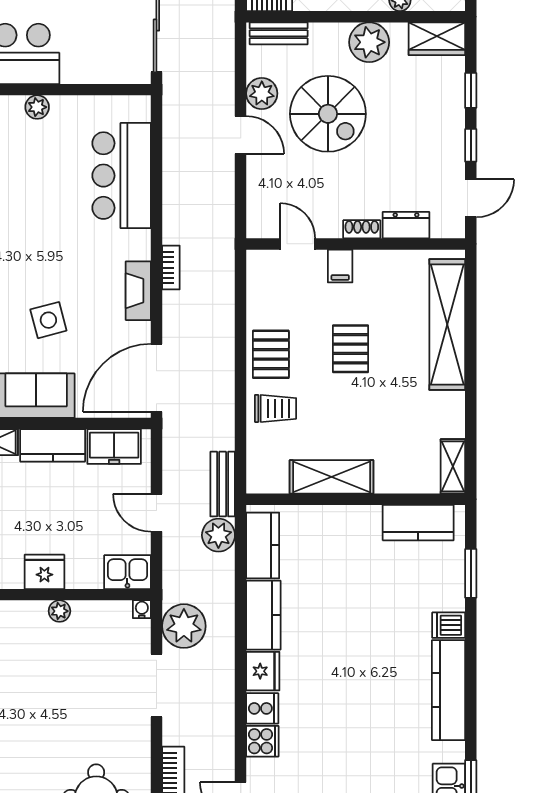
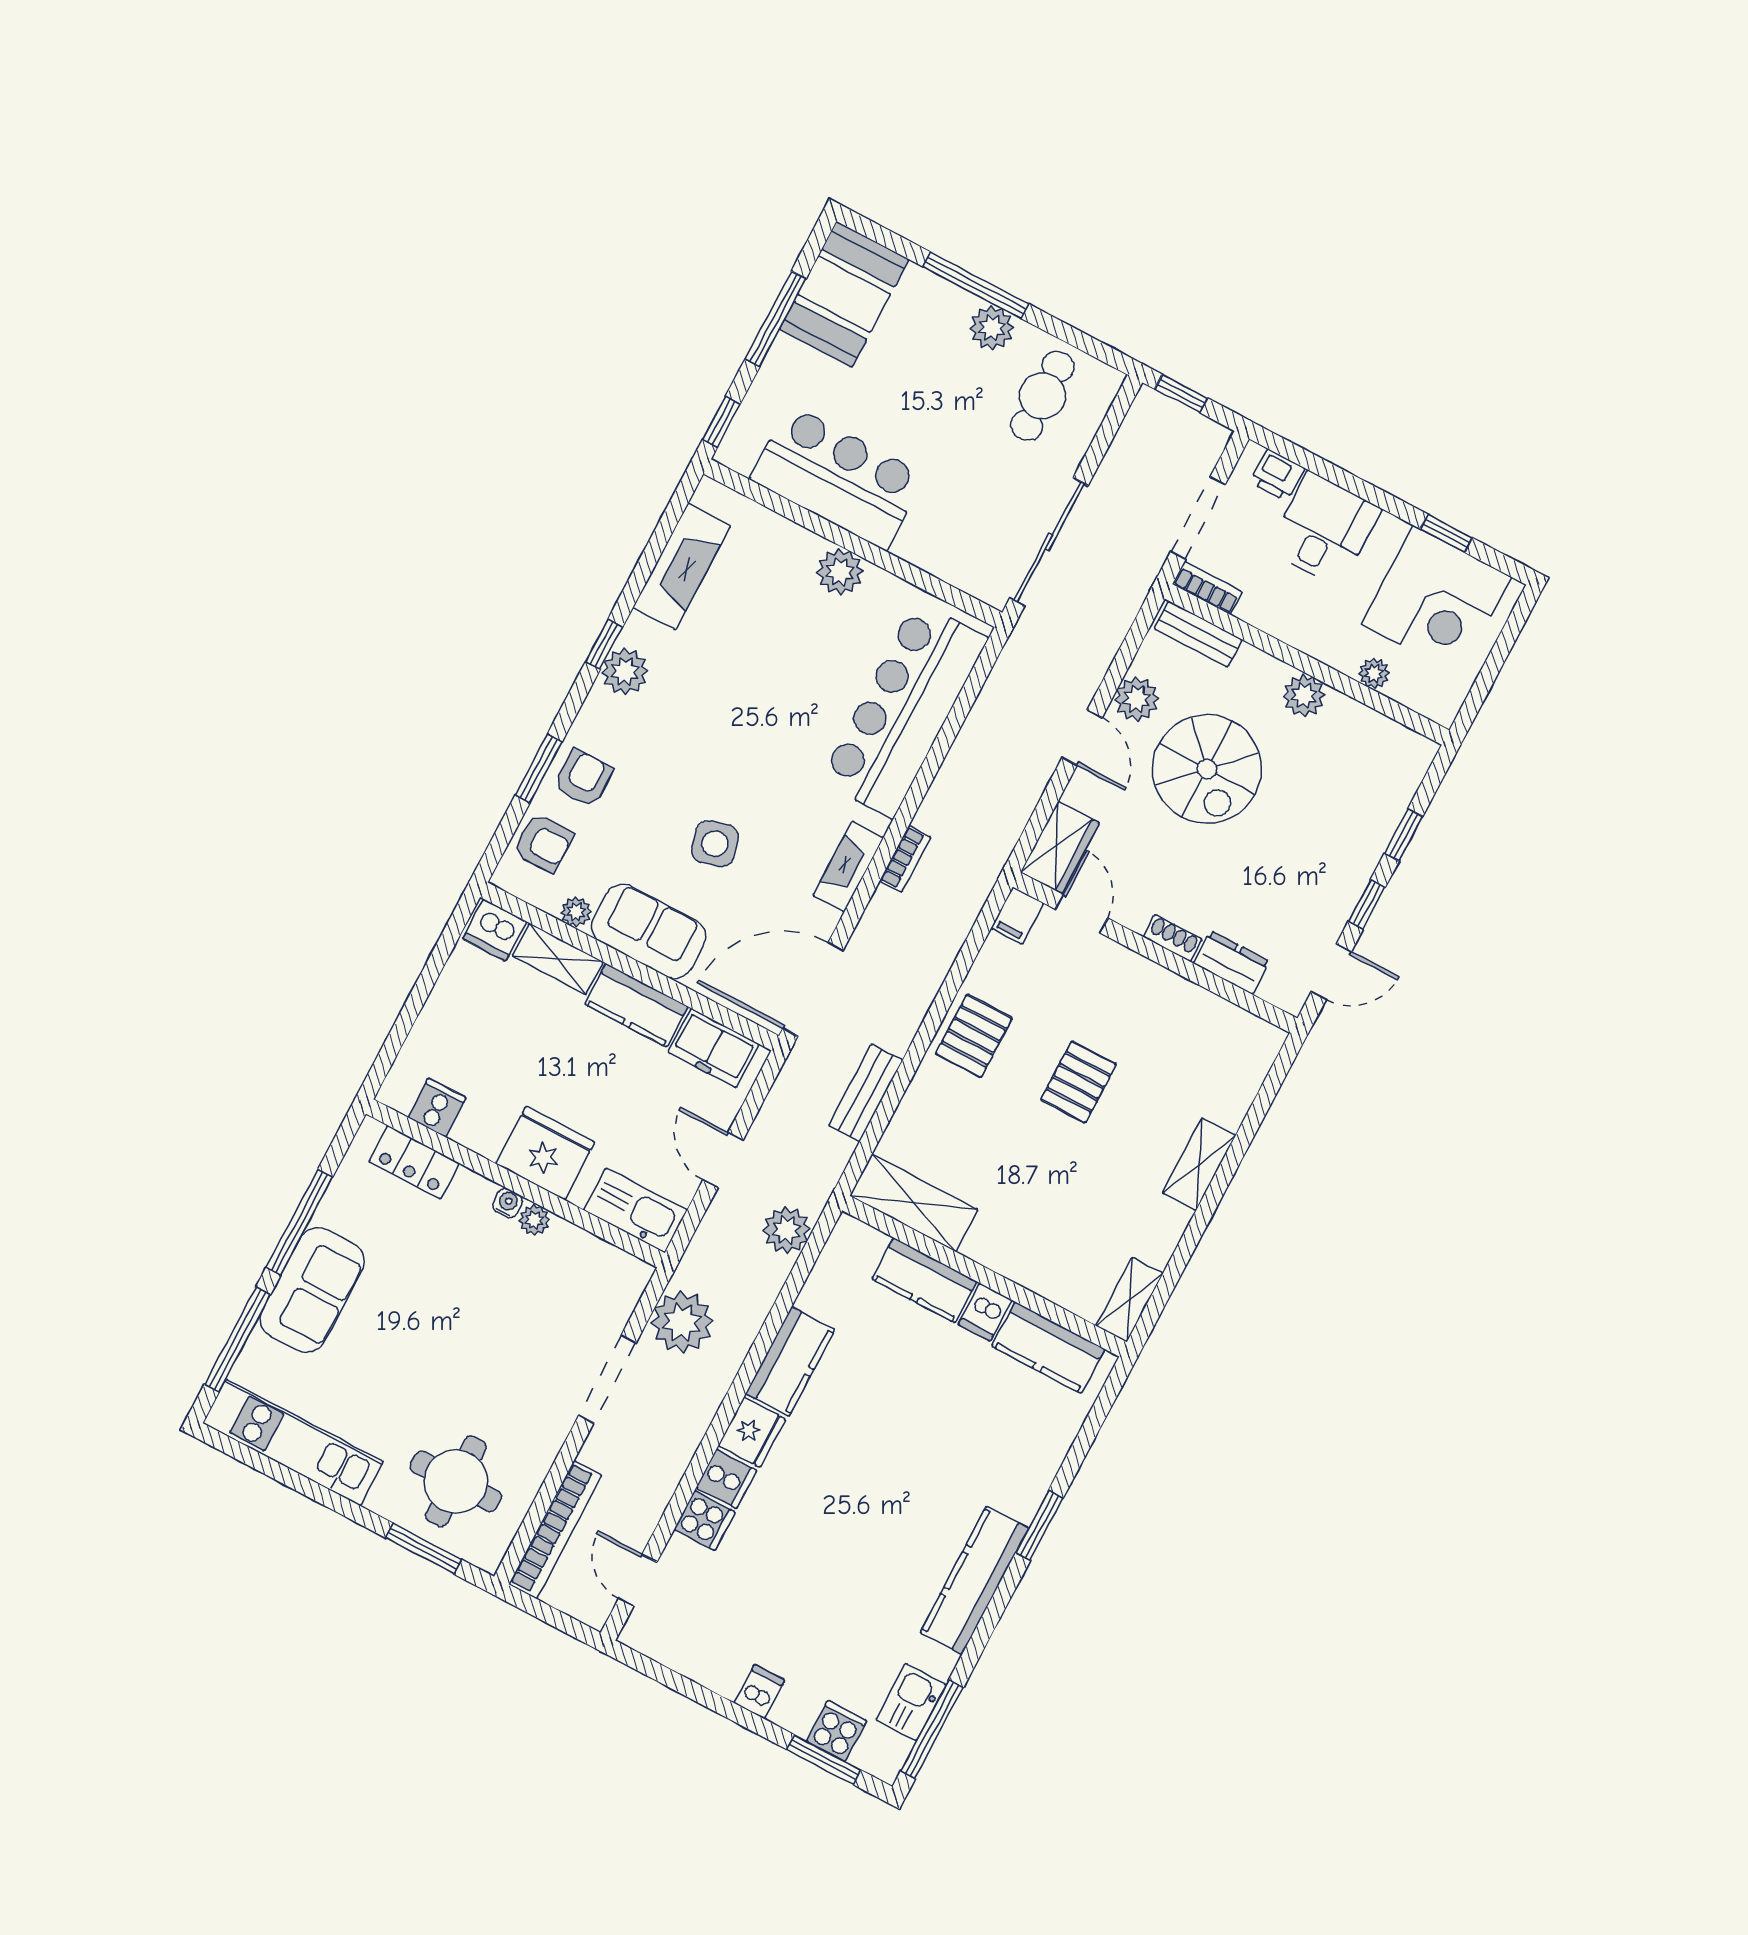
wardrobe: (437, 39) -> (1060, 847), moved, turned -90
plant: (369, 42) -> (1304, 696), width x0.73, depth x0.73
plant: (37, 107) -> (840, 572), width x1.38, depth x1.38
bar counter: (122, 176) -> (904, 709), width x1.36
filing cabinet: (340, 266) -> (1017, 916), moved
shelving: (447, 325) -> (1199, 1164), width x0.45, depth x0.75
trolley: (276, 408) -> (944, 1108), removed
shelving: (332, 477) -> (914, 1203), moved
bench: (223, 484) -> (866, 1093), moved
kitchen counter: (263, 545) -> (924, 1280), moved, turned 90
fridge: (44, 572) -> (545, 1153), width x1.36, depth x1.34
kitchen sink: (127, 572) -> (635, 1210), width x1.38
window: (471, 573) -> (1039, 1526), moved
water cooler: (142, 609) -> (508, 1203), moved
dishwasher: (449, 625) -> (985, 1312), moved, turned -90

